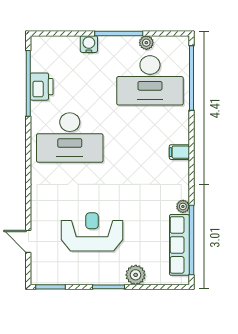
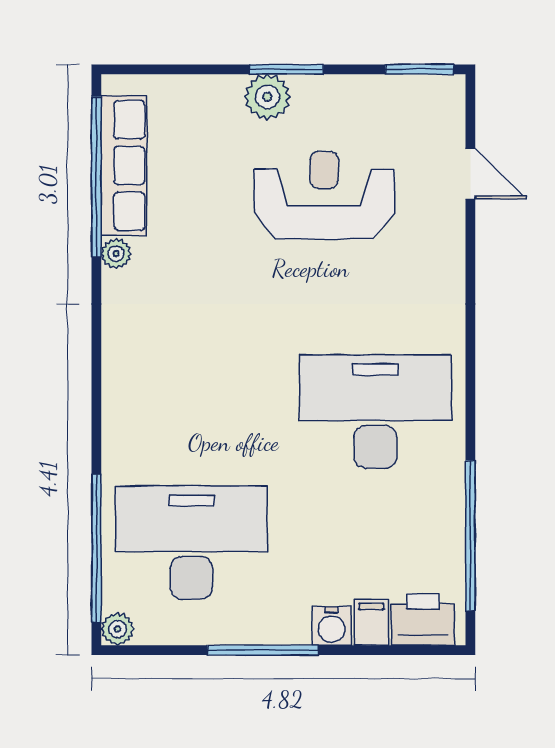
plant: (146, 43) -> (118, 629), moved
printer: (42, 87) -> (423, 619), moved, turned 90
filing cabinet: (179, 152) -> (371, 622), moved, turned -90
reception desk: (92, 232) -> (324, 195), turned 180
plant: (136, 275) -> (267, 97), moved

